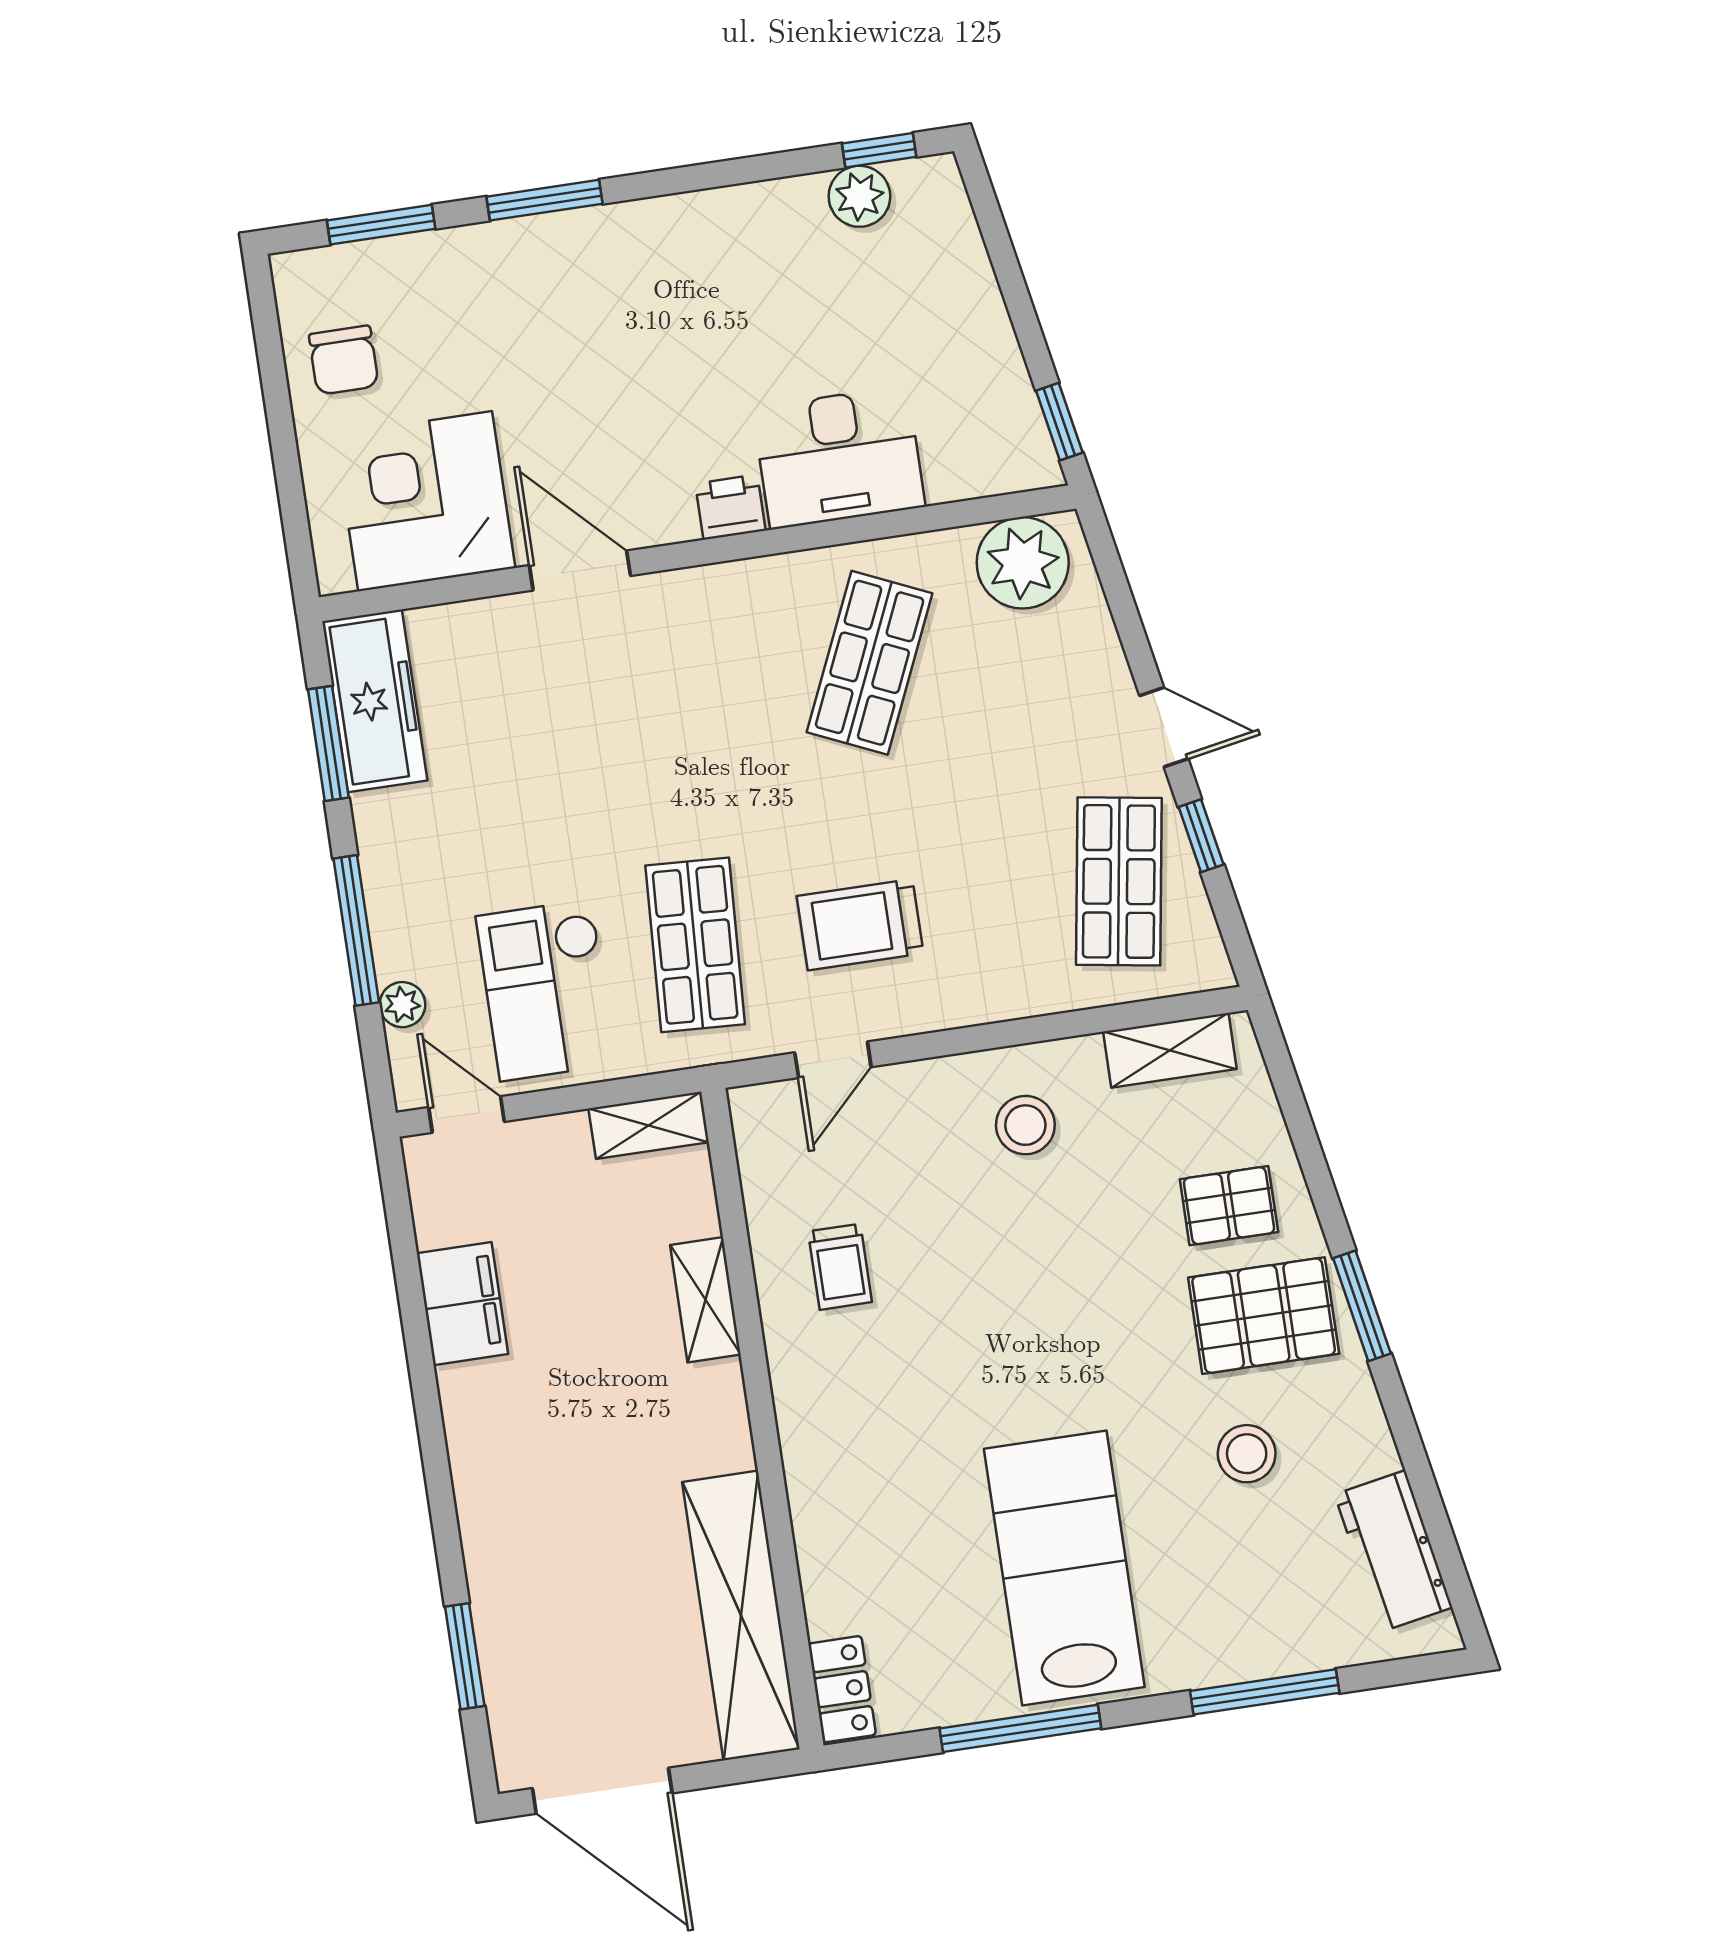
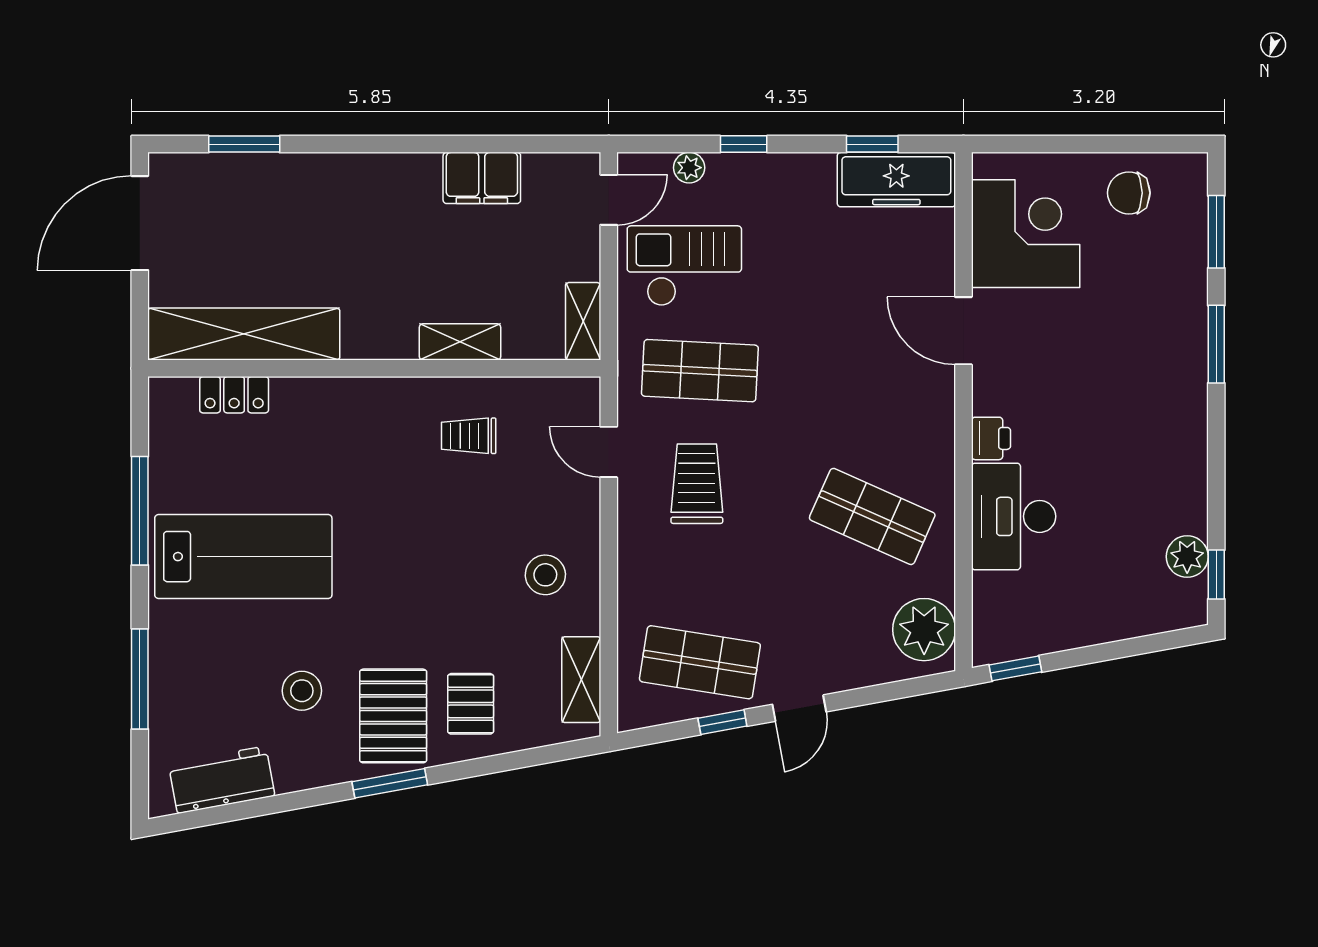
door: (580, 570) -> (963, 331), swing flipped
window: (328, 743) -> (872, 144), width x0.67
window: (356, 930) -> (744, 144), width x0.46
locker: (842, 1689) -> (234, 395), moved

